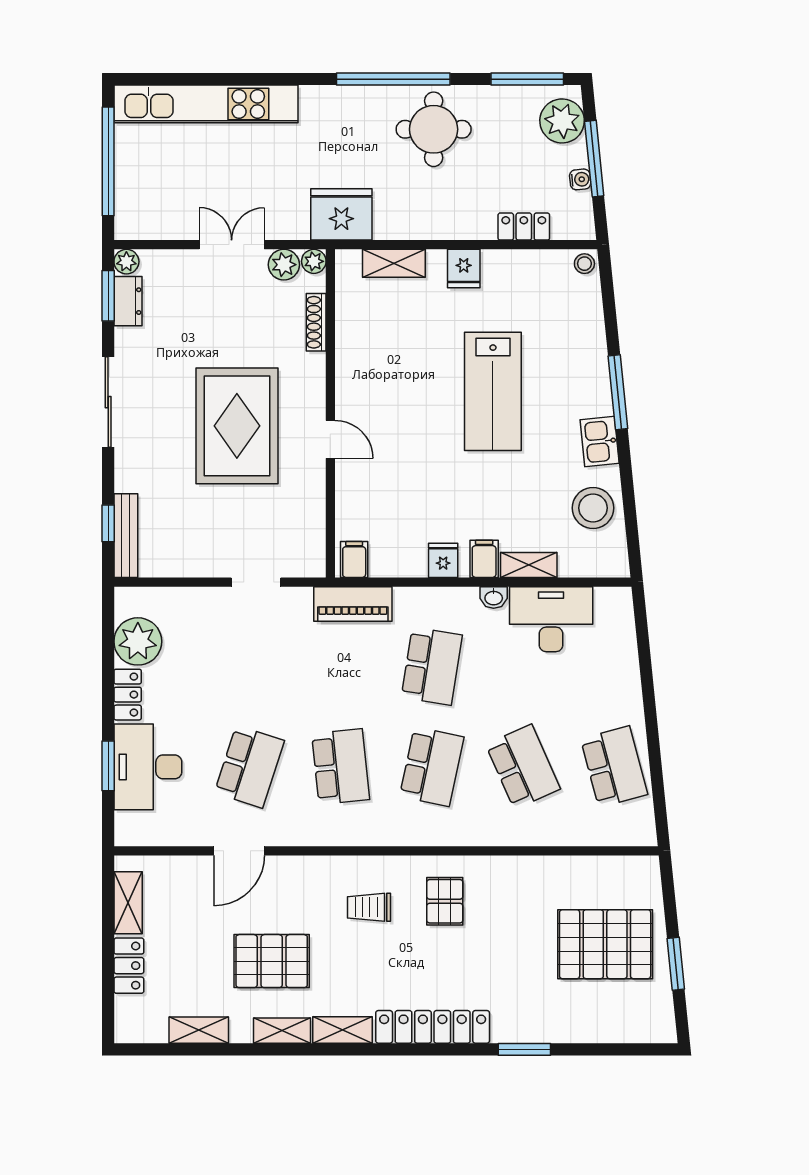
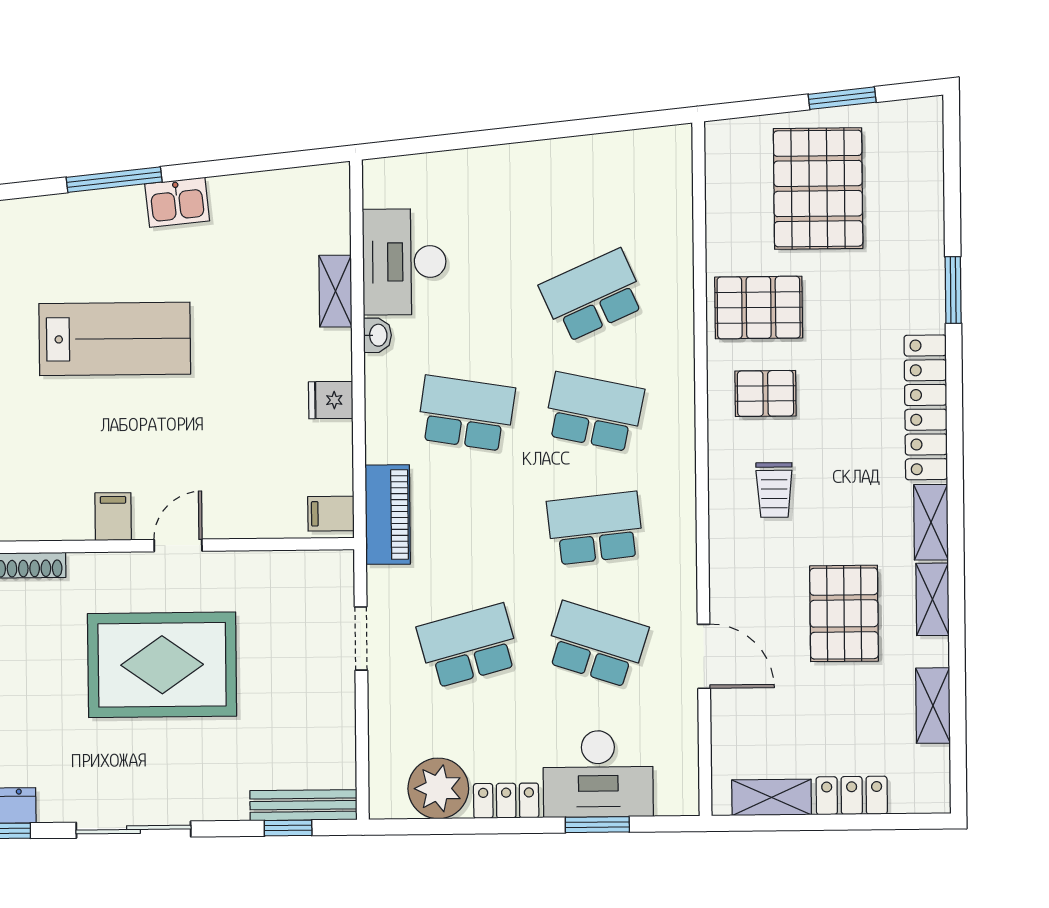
stool: (593, 508) -> (262, 210), removed
filing cabinet: (484, 559) -> (113, 517), moved, turned 90
school desk: (614, 767) -> (468, 646), moved
pallet: (512, 897) -> (759, 308), added

